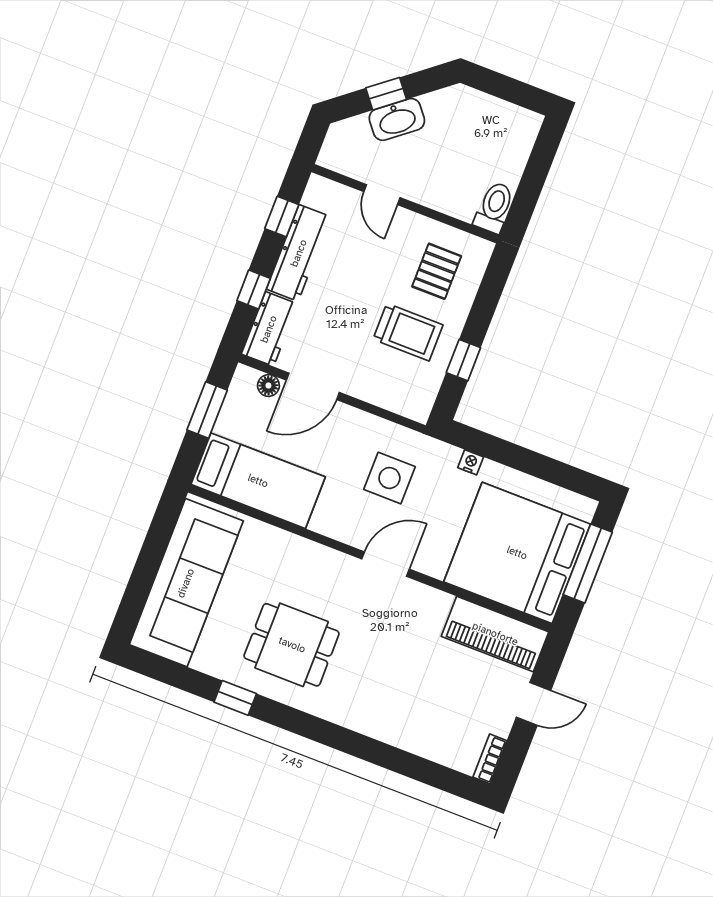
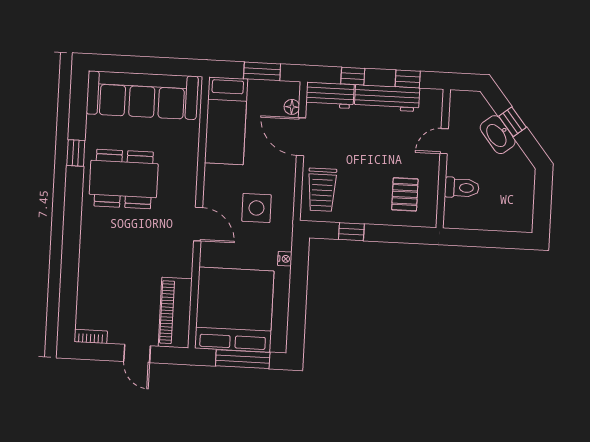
toilet: (494, 207) -> (462, 188), moved
pallet: (437, 271) -> (405, 194), turned 90
trolley: (408, 332) -> (322, 190), moved
dining table: (292, 645) -> (124, 179), width x1.38

